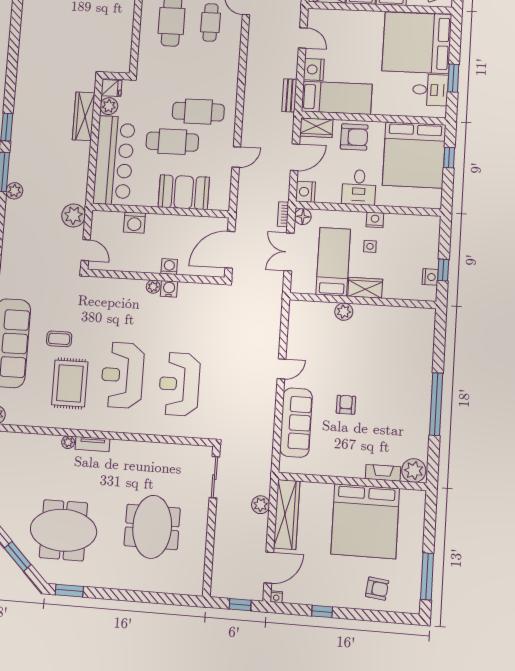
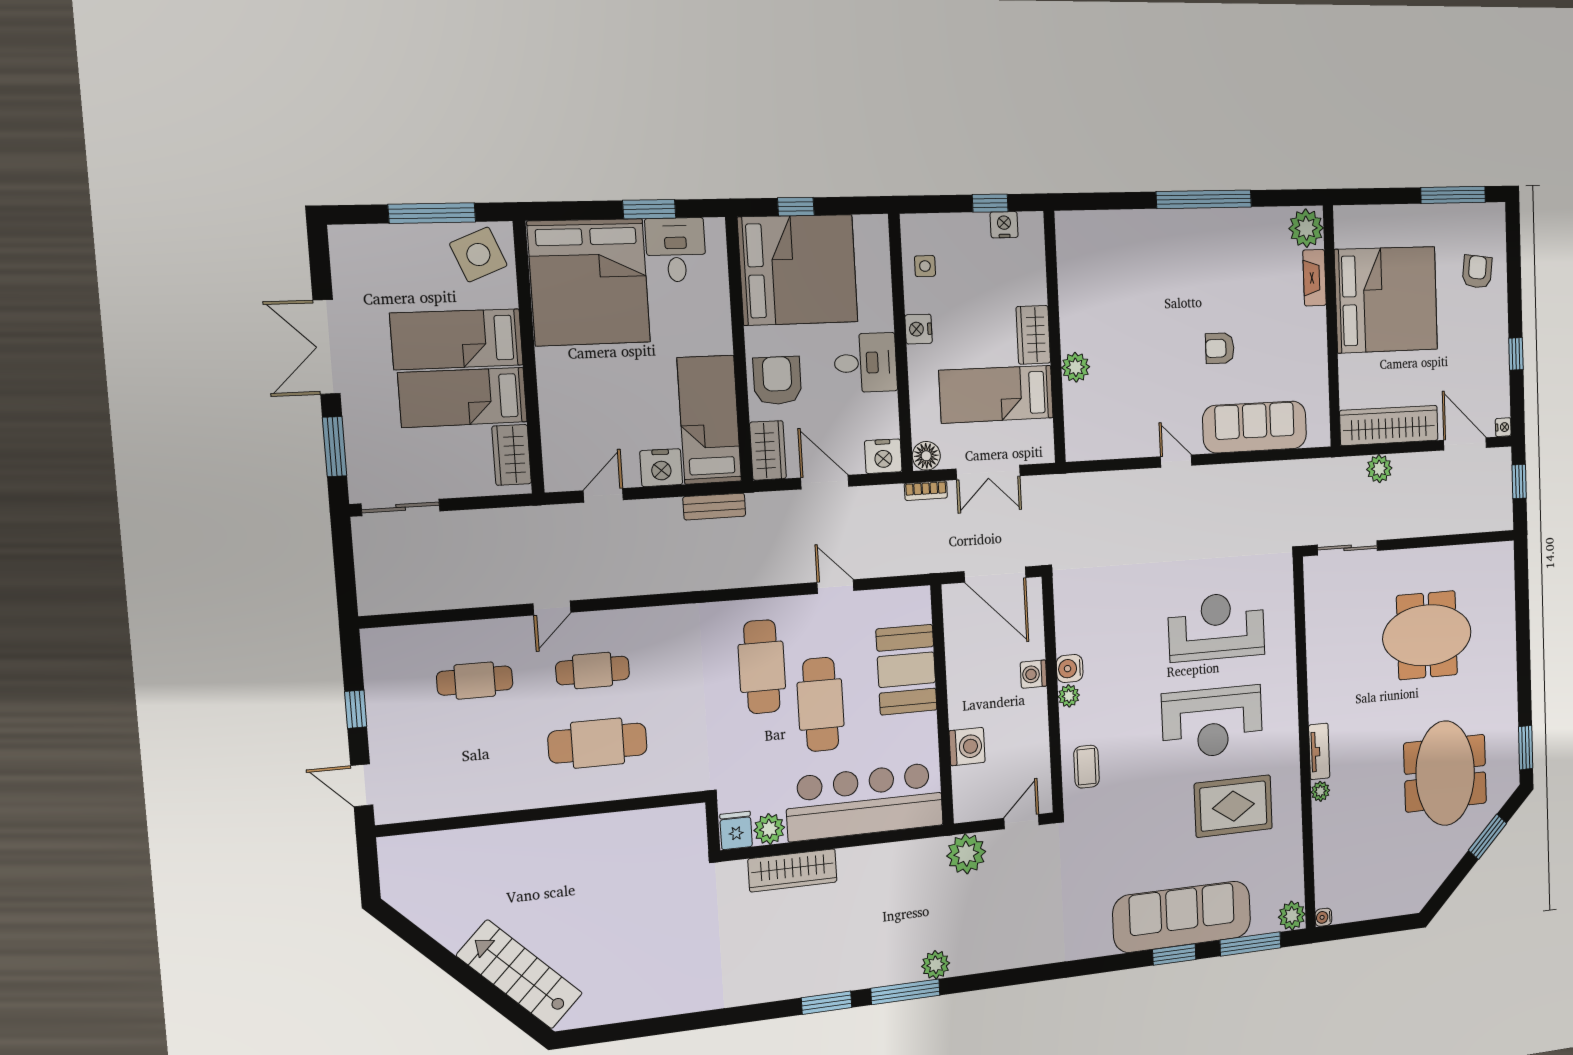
side table: (370, 246) -> (925, 266), moved
coffee table: (59, 339) -> (1087, 767), moved
reception desk: (179, 384) -> (1216, 627), turned 180

